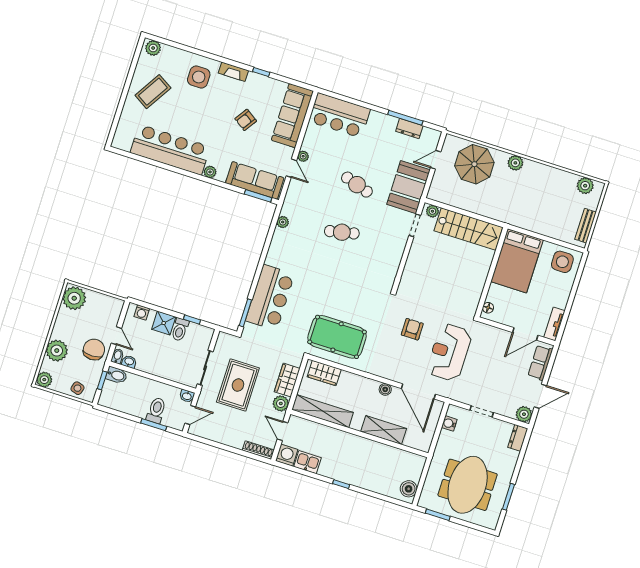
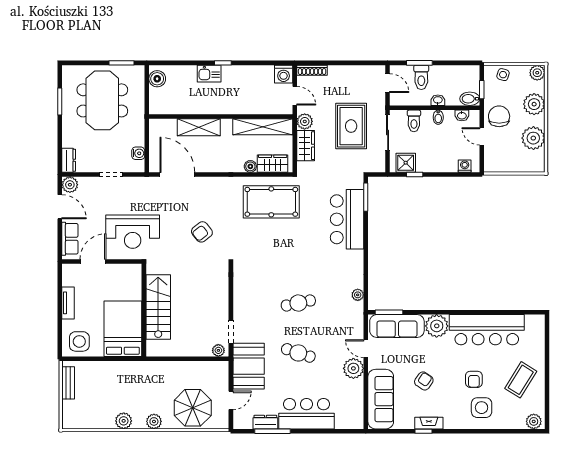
fireplace: (233, 72) -> (429, 423), moved
armchair: (197, 106) -> (474, 379), added
bar counter: (340, 115) -> (306, 414), moved
plant: (303, 156) -> (353, 368), width x1.88, depth x1.88
plant: (210, 172) -> (437, 326), width x1.87, depth x1.87
plant: (585, 186) -> (124, 421), moved
stairs: (468, 229) -> (158, 307), moved, turned 90
plant: (74, 298) -> (533, 138), moved
floor lamp: (488, 308) -> (136, 275), removed
shower: (164, 323) -> (406, 163), moved
tv unit: (554, 324) -> (68, 303), moved
armchair: (412, 329) -> (202, 232), turned 52
toilet: (180, 330) -> (414, 121), moved, turned 180
chair: (94, 350) -> (499, 116), turned 180
reception desk: (449, 352) -> (133, 232), moved, turned 90
bidet: (117, 356) -> (438, 117), moved
boiler: (385, 389) -> (250, 166), moved
washbasin: (187, 396) -> (438, 100), moved
door: (540, 396) -> (60, 207), swing flipped
door: (190, 415) -> (388, 83), swing flipped
kitchen sink: (308, 462) -> (209, 74), moved

